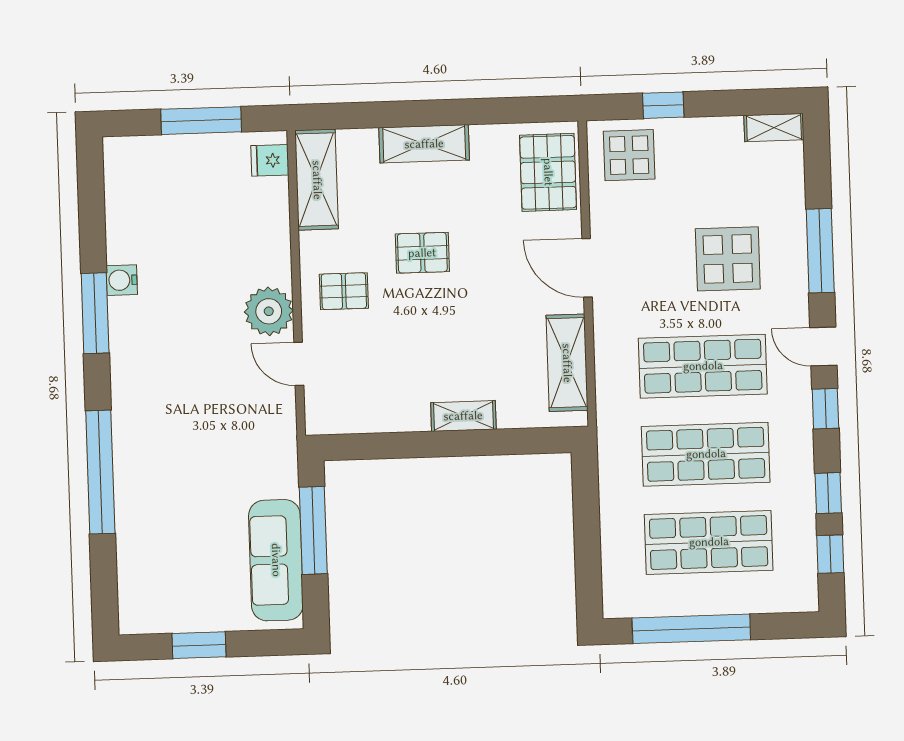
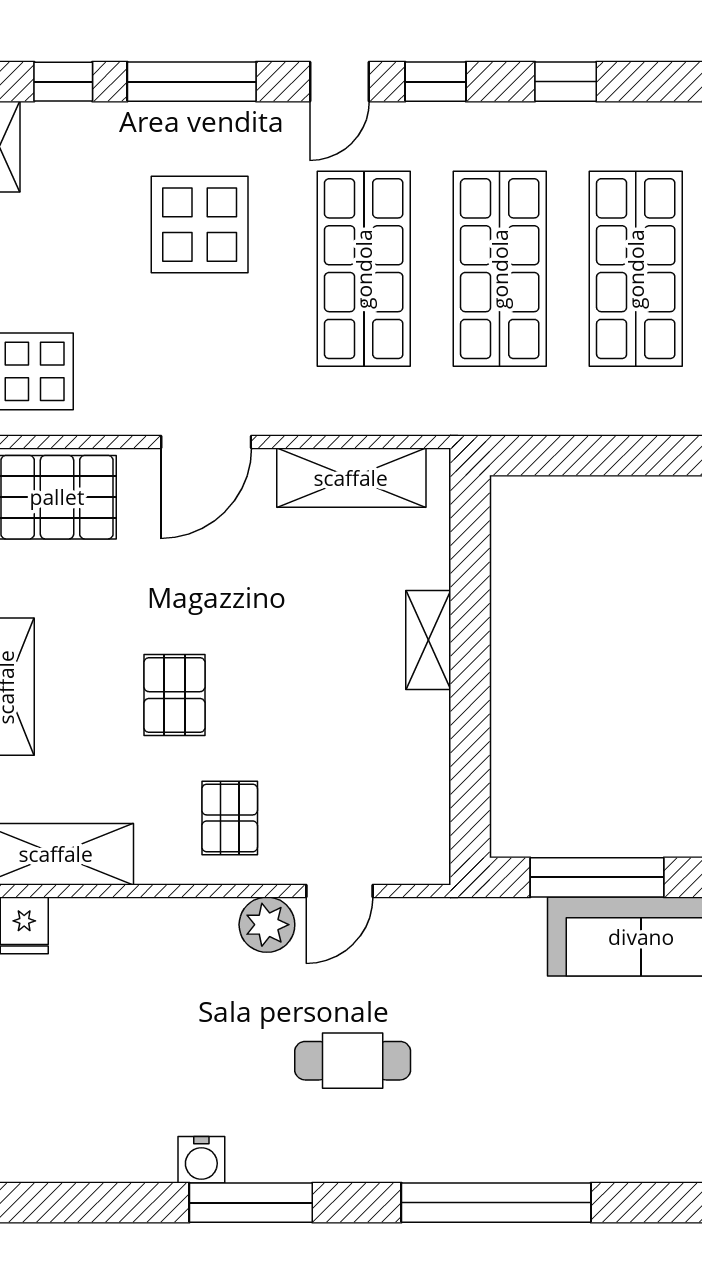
plant: (269, 311) -> (267, 925), width x0.73, depth x0.73
cafe table: (189, 376) -> (353, 1061), added
window: (830, 554) -> (63, 82), moved

